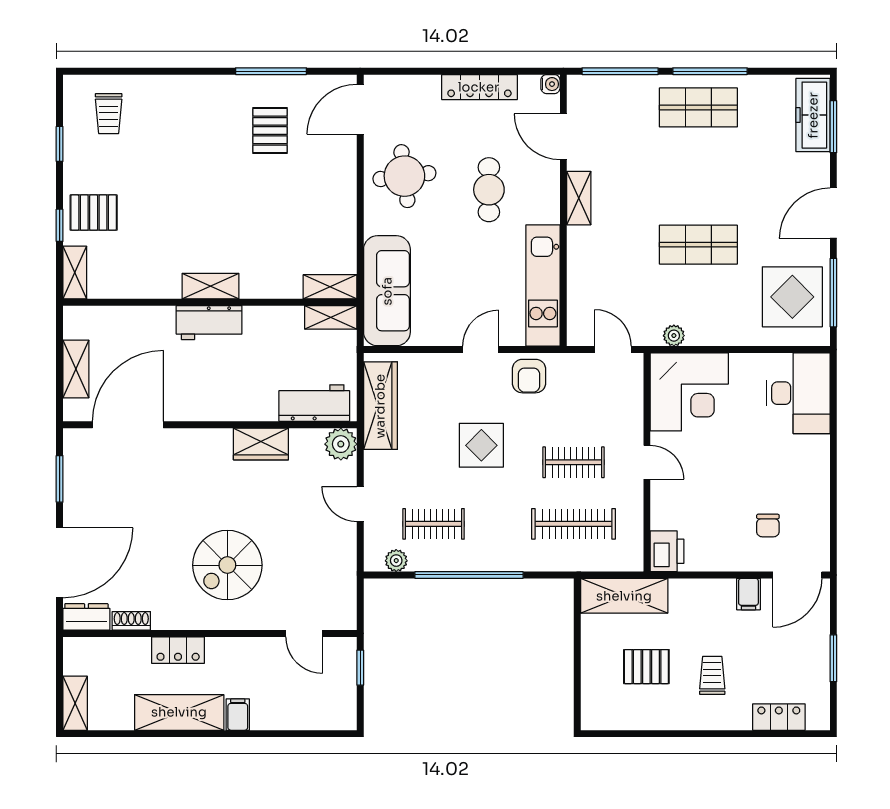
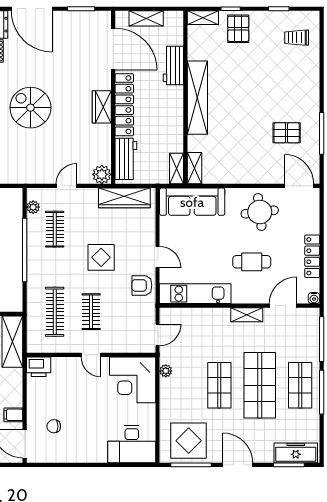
shop shelf: (698, 176) -> (260, 385), added
shelving: (211, 286) -> (197, 98), width x2.20, depth x1.33
workbench: (209, 323) -> (173, 65), moved
locker: (222, 406) -> (124, 105), added
wardrobe: (261, 444) -> (102, 107), moved
door: (647, 462) -> (91, 355), hinge flipped

